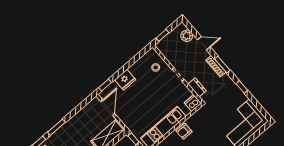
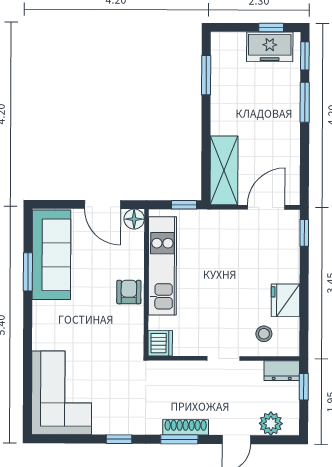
fridge: (125, 80) -> (286, 300), moved
dresser: (197, 87) -> (282, 371), moved
door: (108, 108) -> (266, 207), swing flipped

